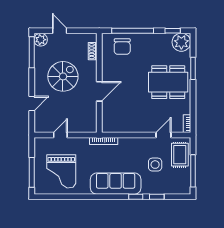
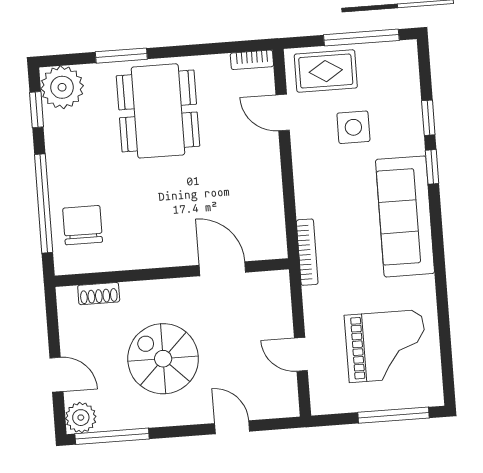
door: (60, 31) -> (56, 375), swing flipped
chair: (122, 47) -> (83, 225), turned -90
door: (99, 91) -> (222, 269), moved

